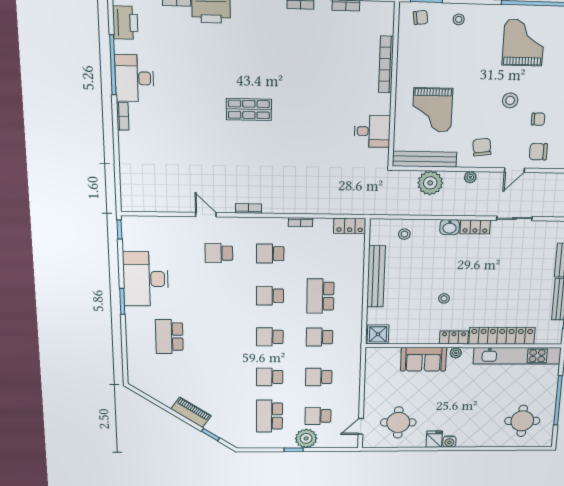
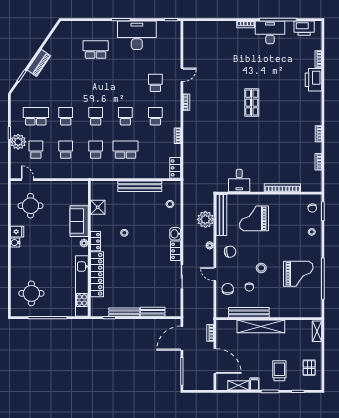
shower: (378, 334) -> (98, 207), moved

